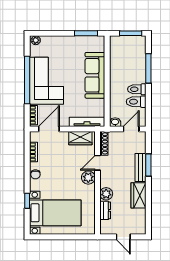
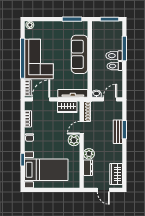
toilet: (136, 102) -> (114, 56), moved
wardrobe: (139, 195) -> (116, 174), moved

